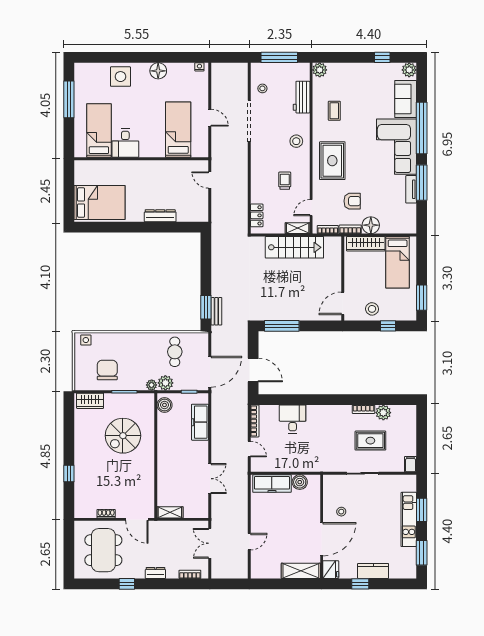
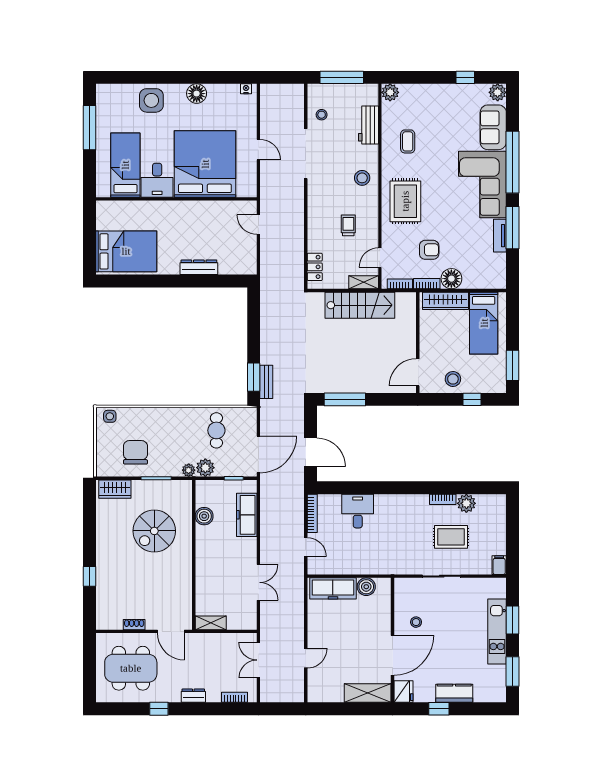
bed: (178, 130) -> (205, 164), width x2.04
boiler: (164, 405) -> (204, 516), moved
dining table: (103, 550) -> (131, 668), turned 90

